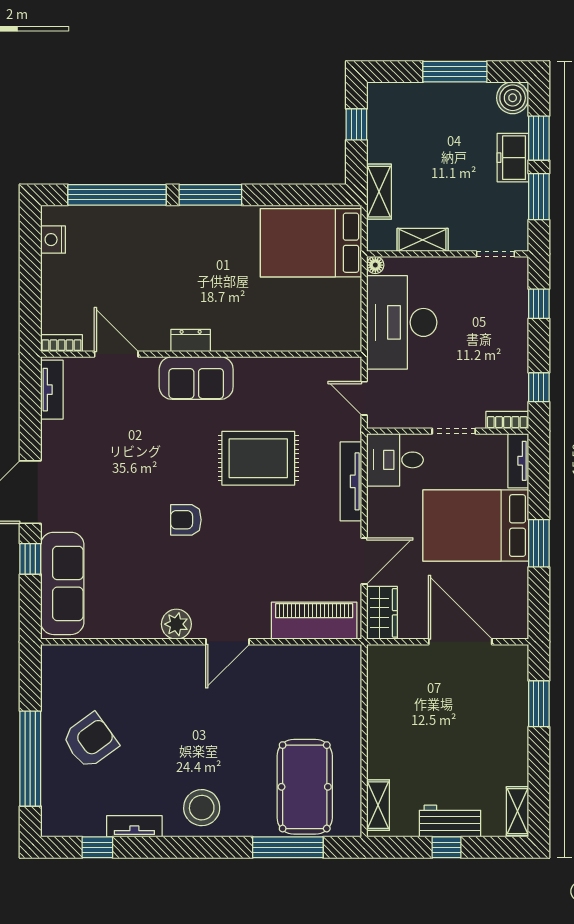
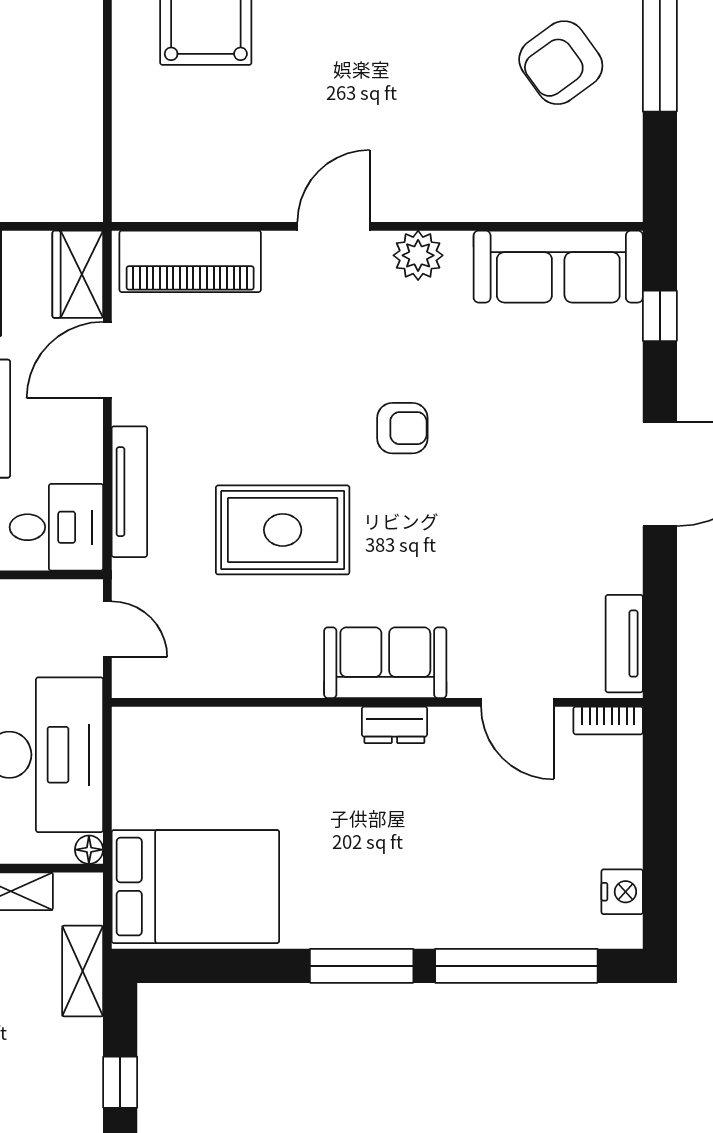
window: (30, 559) -> (660, 316), moved
sofa: (62, 583) -> (558, 267), moved, turned -90

